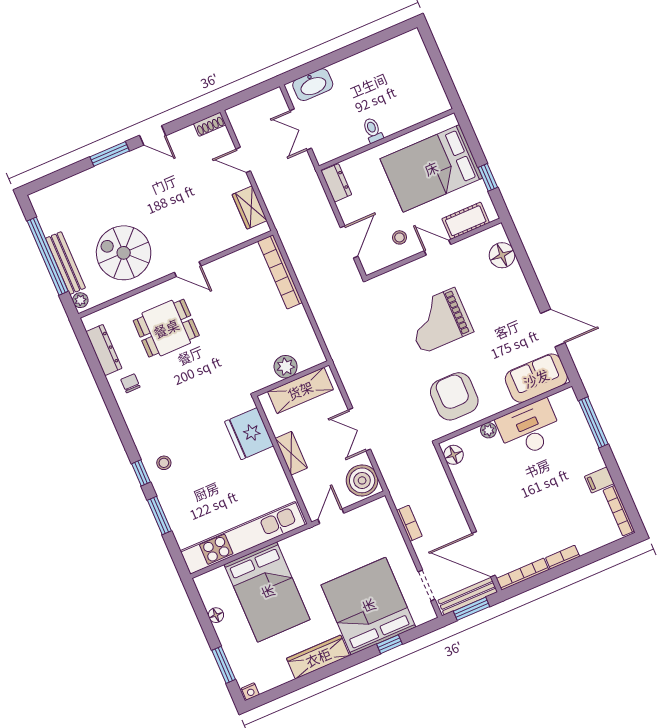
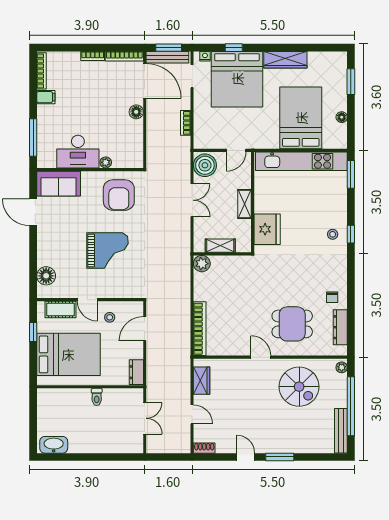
washbasin: (313, 85) -> (54, 445), moved
bench: (66, 263) -> (341, 431), moved
plant: (286, 367) -> (202, 264), moved
shelving: (300, 390) -> (220, 246), width x0.67, depth x0.75
floor lamp: (454, 455) -> (136, 112), moved
window: (159, 515) -> (351, 174), moved
nightstand: (250, 691) -> (205, 56), moved

